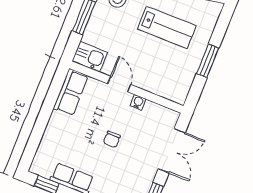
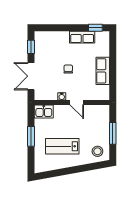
kitchen sink: (90, 57) -> (44, 112), moved
row of seats: (71, 92) -> (103, 71), moved

